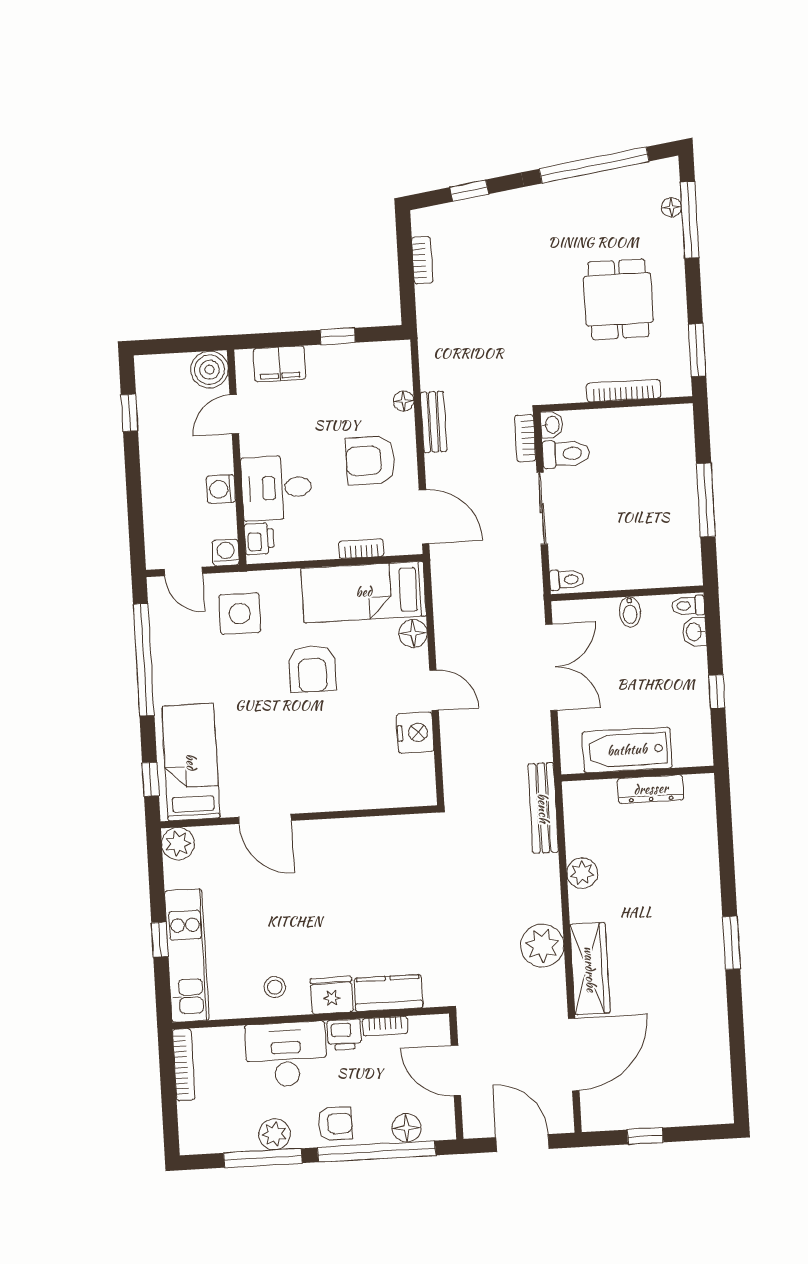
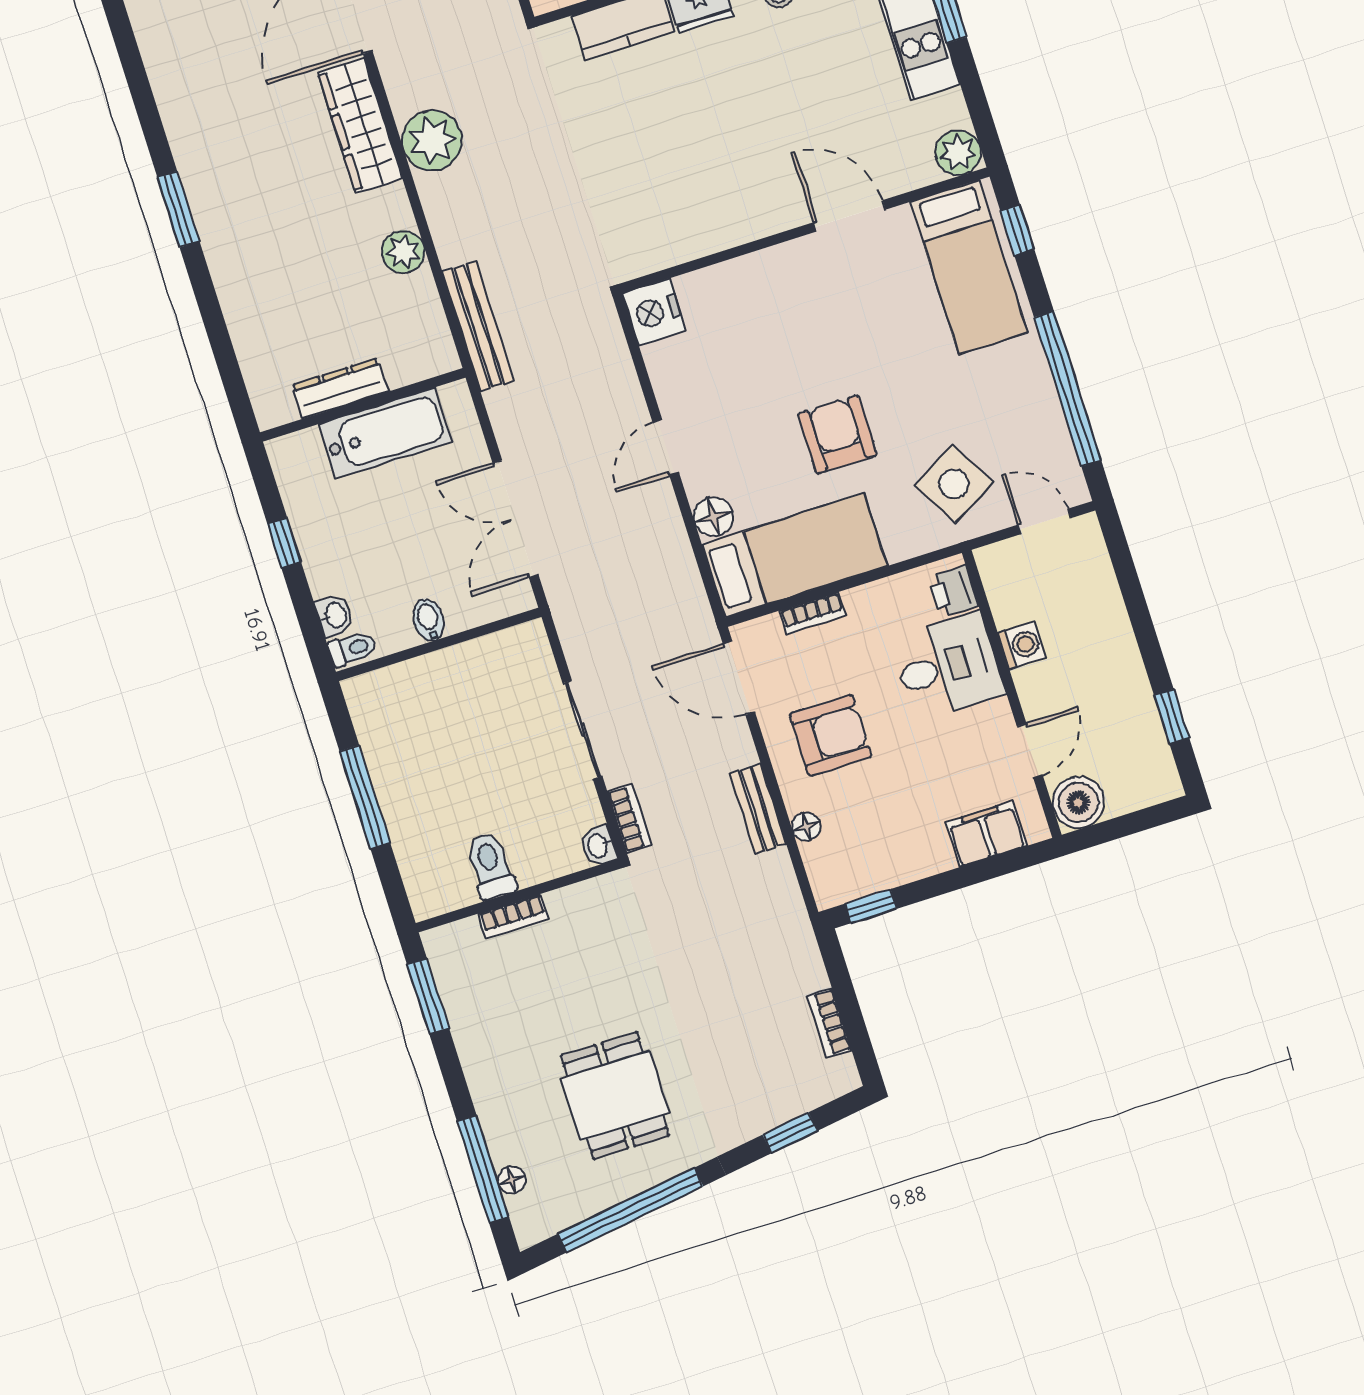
dining table: (618, 299) -> (615, 1096), moved
window: (338, 336) -> (871, 906), moved
bookcase: (624, 391) -> (513, 916), width x0.64
toilet: (566, 454) -> (491, 866), moved, turned 90
washing machine: (226, 552) -> (994, 561), removed
toilet: (567, 580) -> (525, 642), removed
side table: (240, 614) -> (954, 484), turned -30
door: (434, 690) -> (666, 447), hinge flipped
nightstand: (415, 733) -> (654, 312), moved

